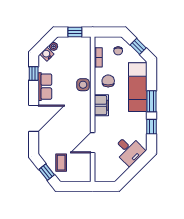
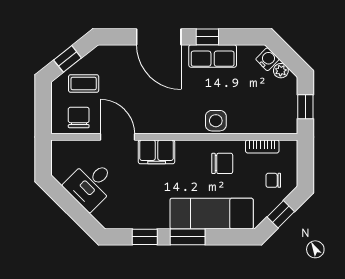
window: (34, 73) -> (207, 37), moved
filing cabinet: (101, 105) -> (157, 152), moved
desk: (129, 150) -> (91, 184), moved
chair: (81, 166) -> (79, 117), added

